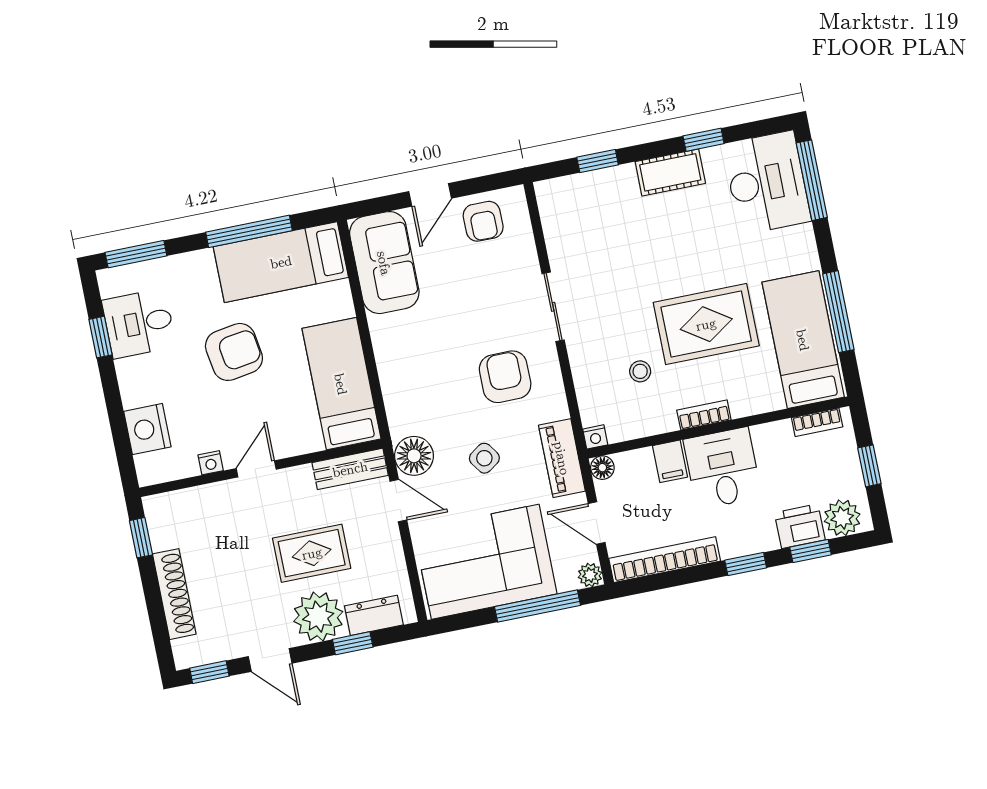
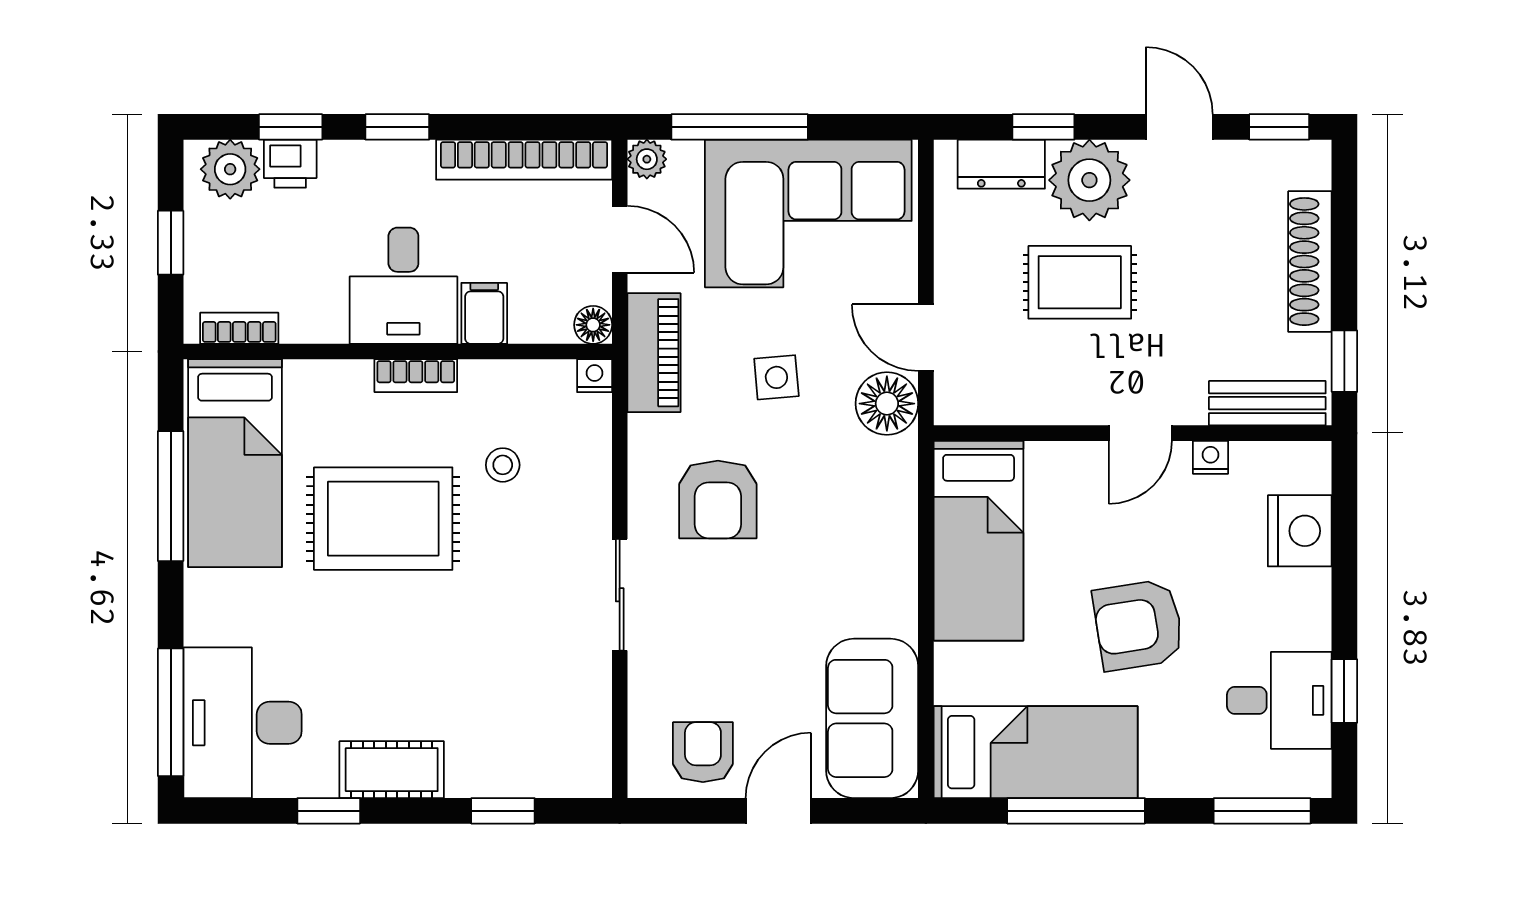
side table: (484, 458) -> (776, 377), turned 30
bench: (350, 469) -> (1267, 403), moved
printer: (800, 526) -> (290, 164), width x0.73, depth x0.81

